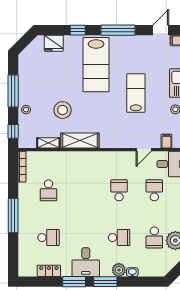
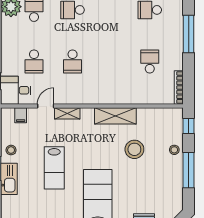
shelving: (48, 143) -> (67, 113), moved

